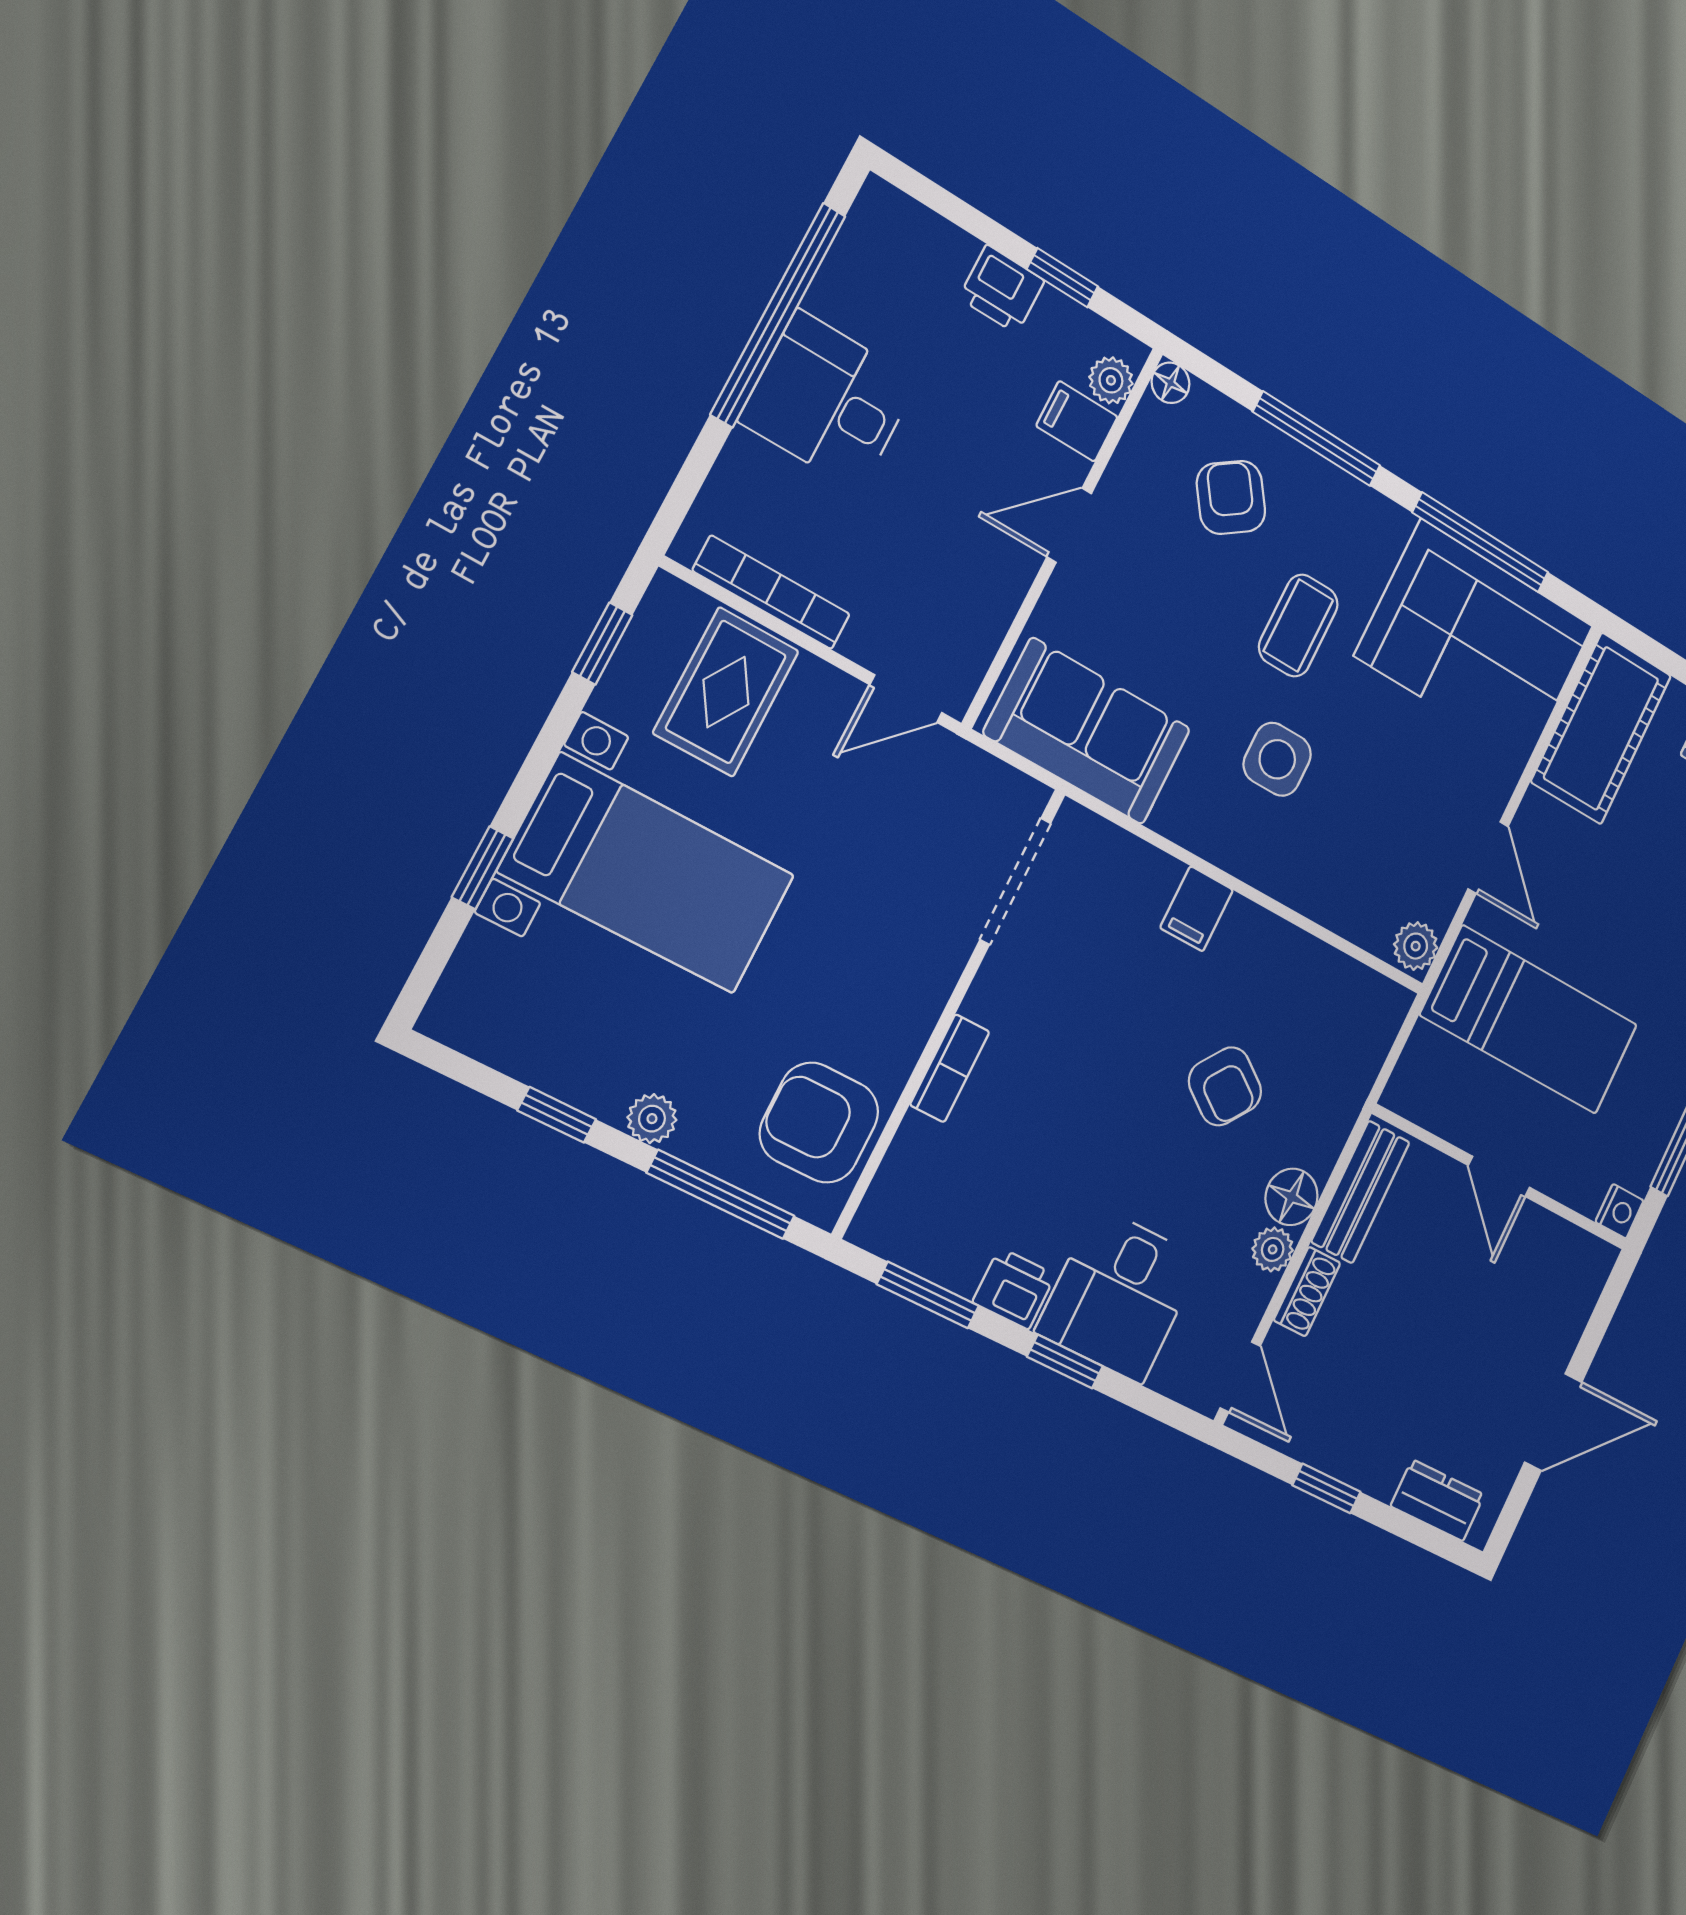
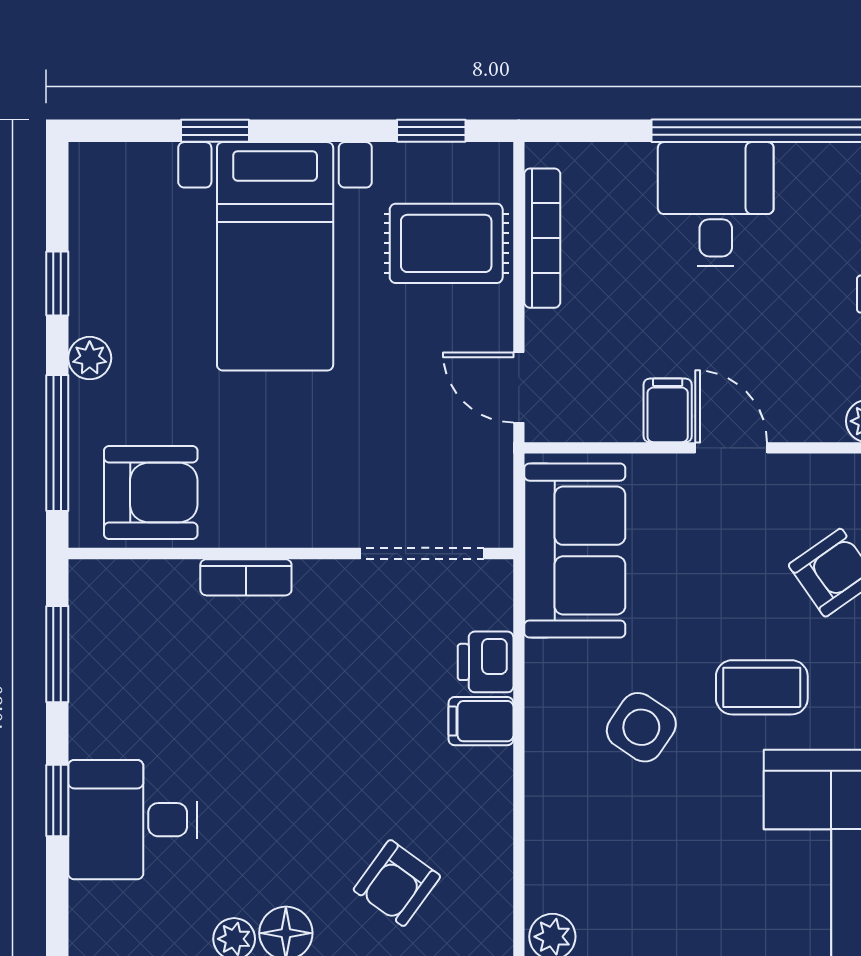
filing cabinet: (1077, 421) -> (668, 410), moved
side table: (1277, 759) -> (641, 727), turned 34
armchair: (1225, 1086) -> (397, 883), moved
armchair: (819, 1123) -> (151, 492), turned 90
printer: (1014, 1288) -> (486, 662), moved, turned 180

